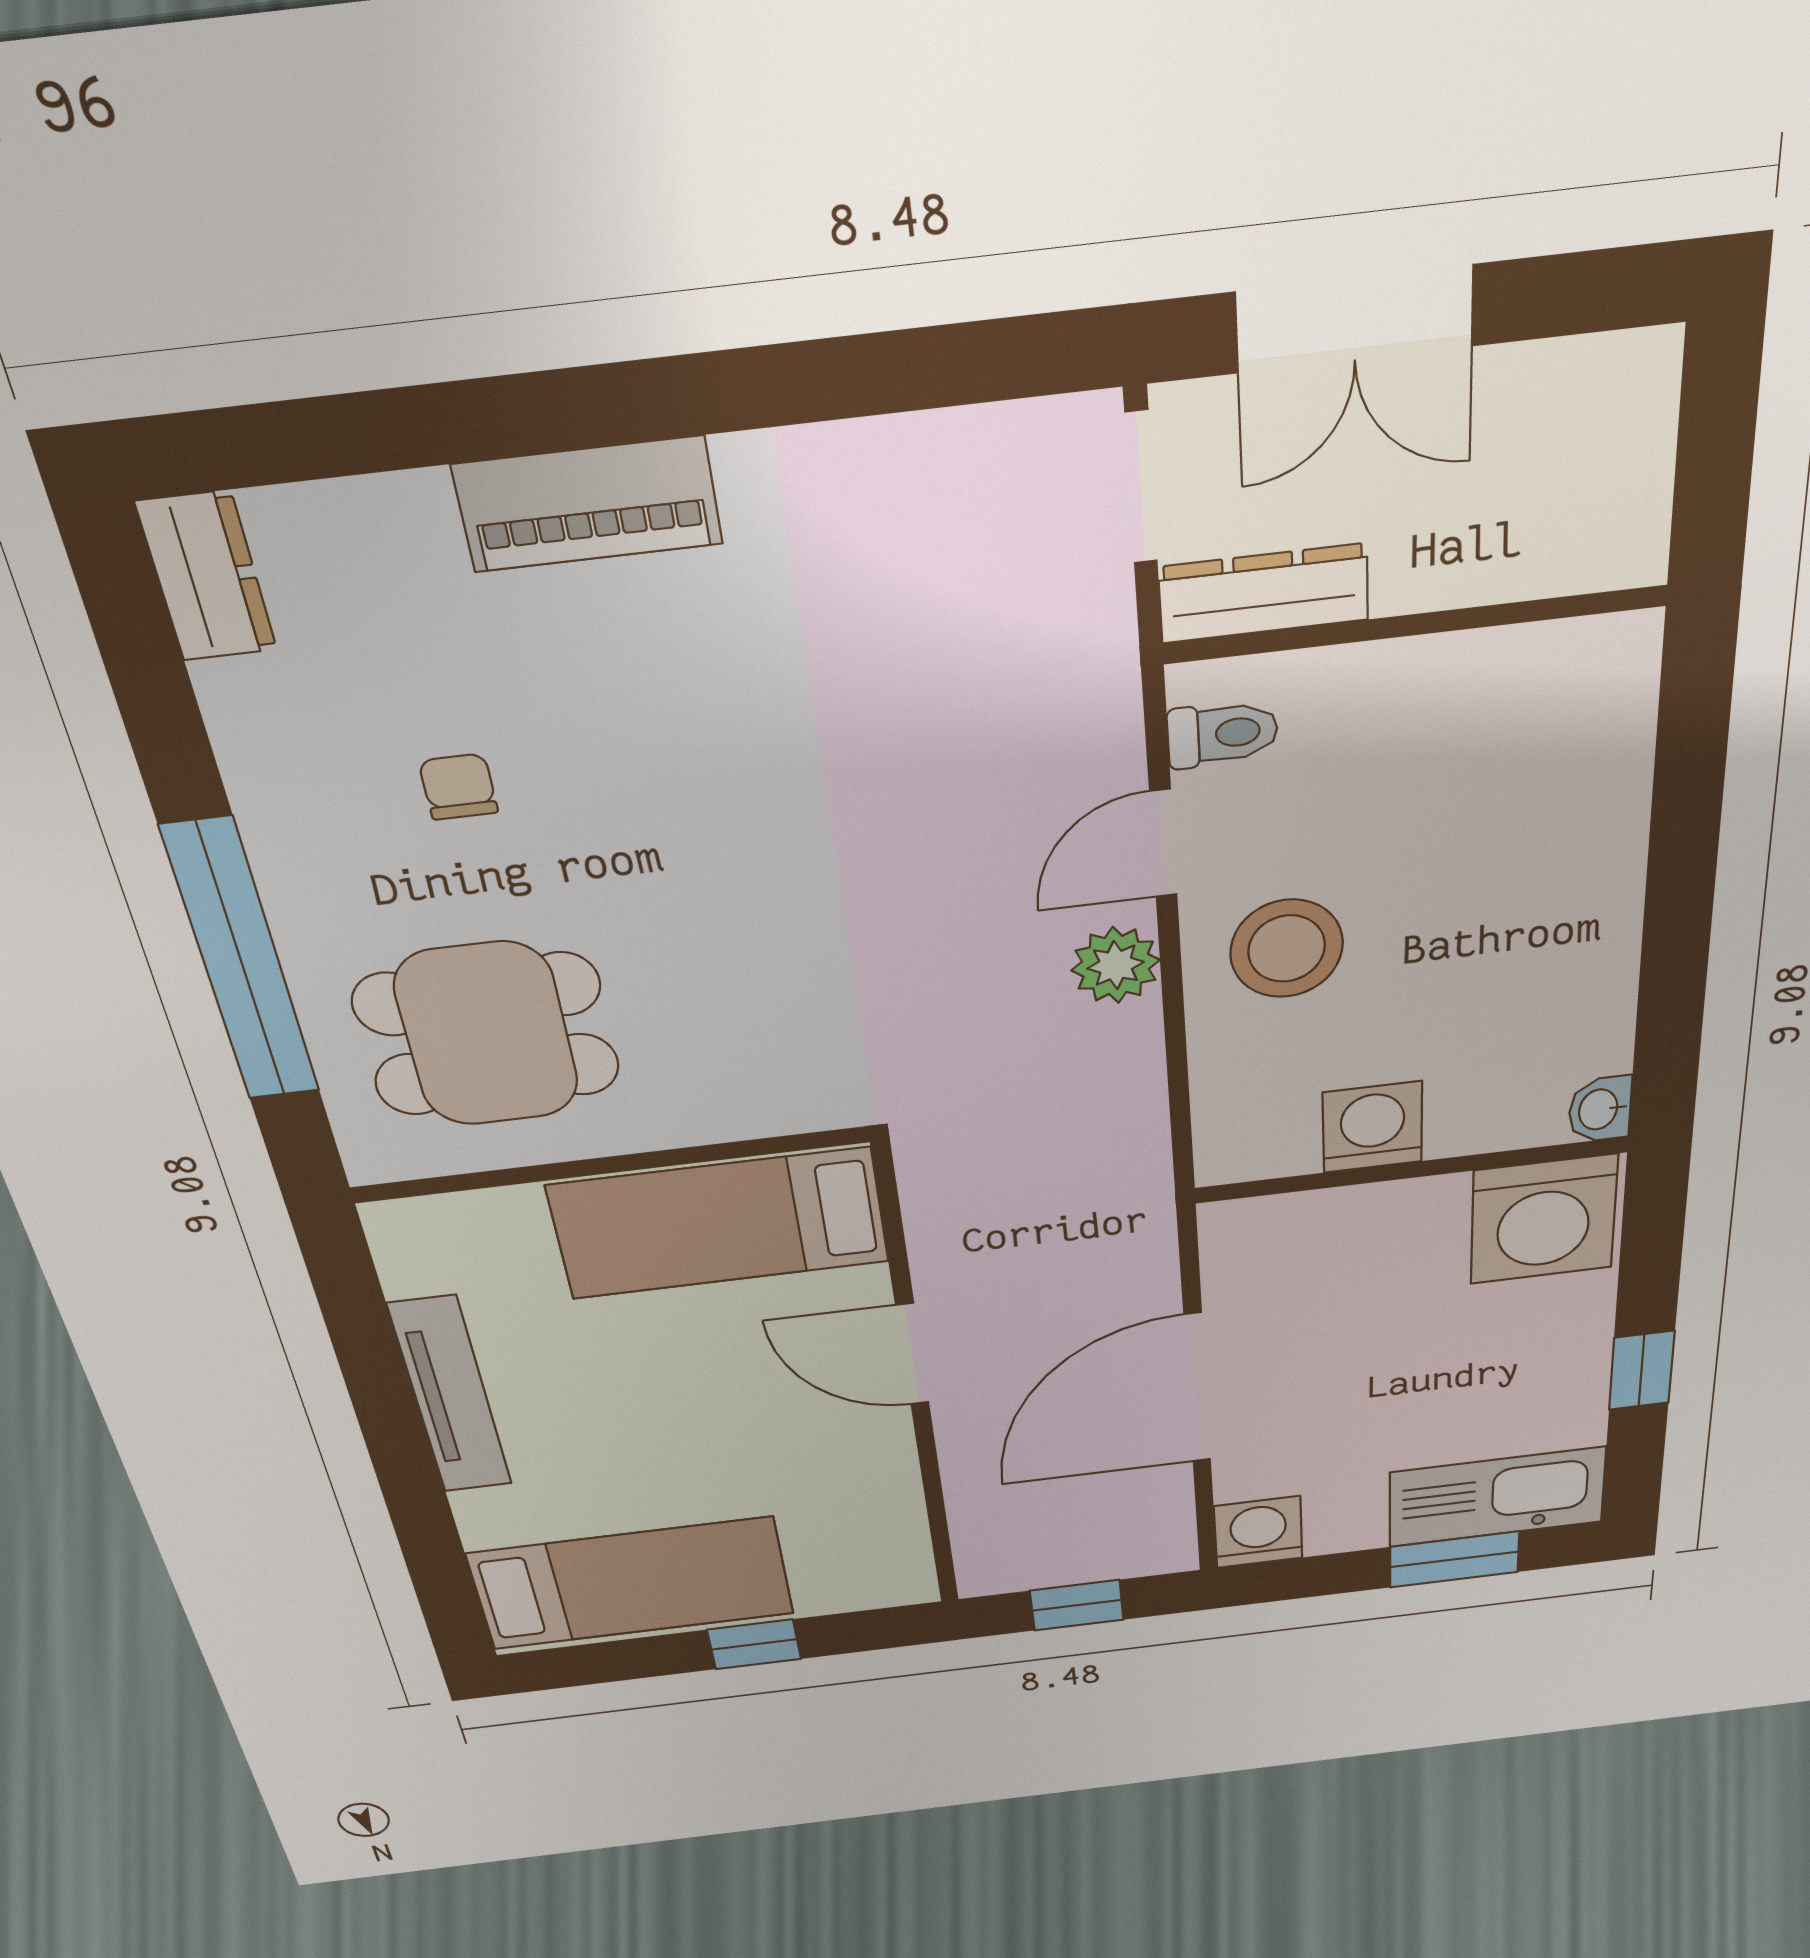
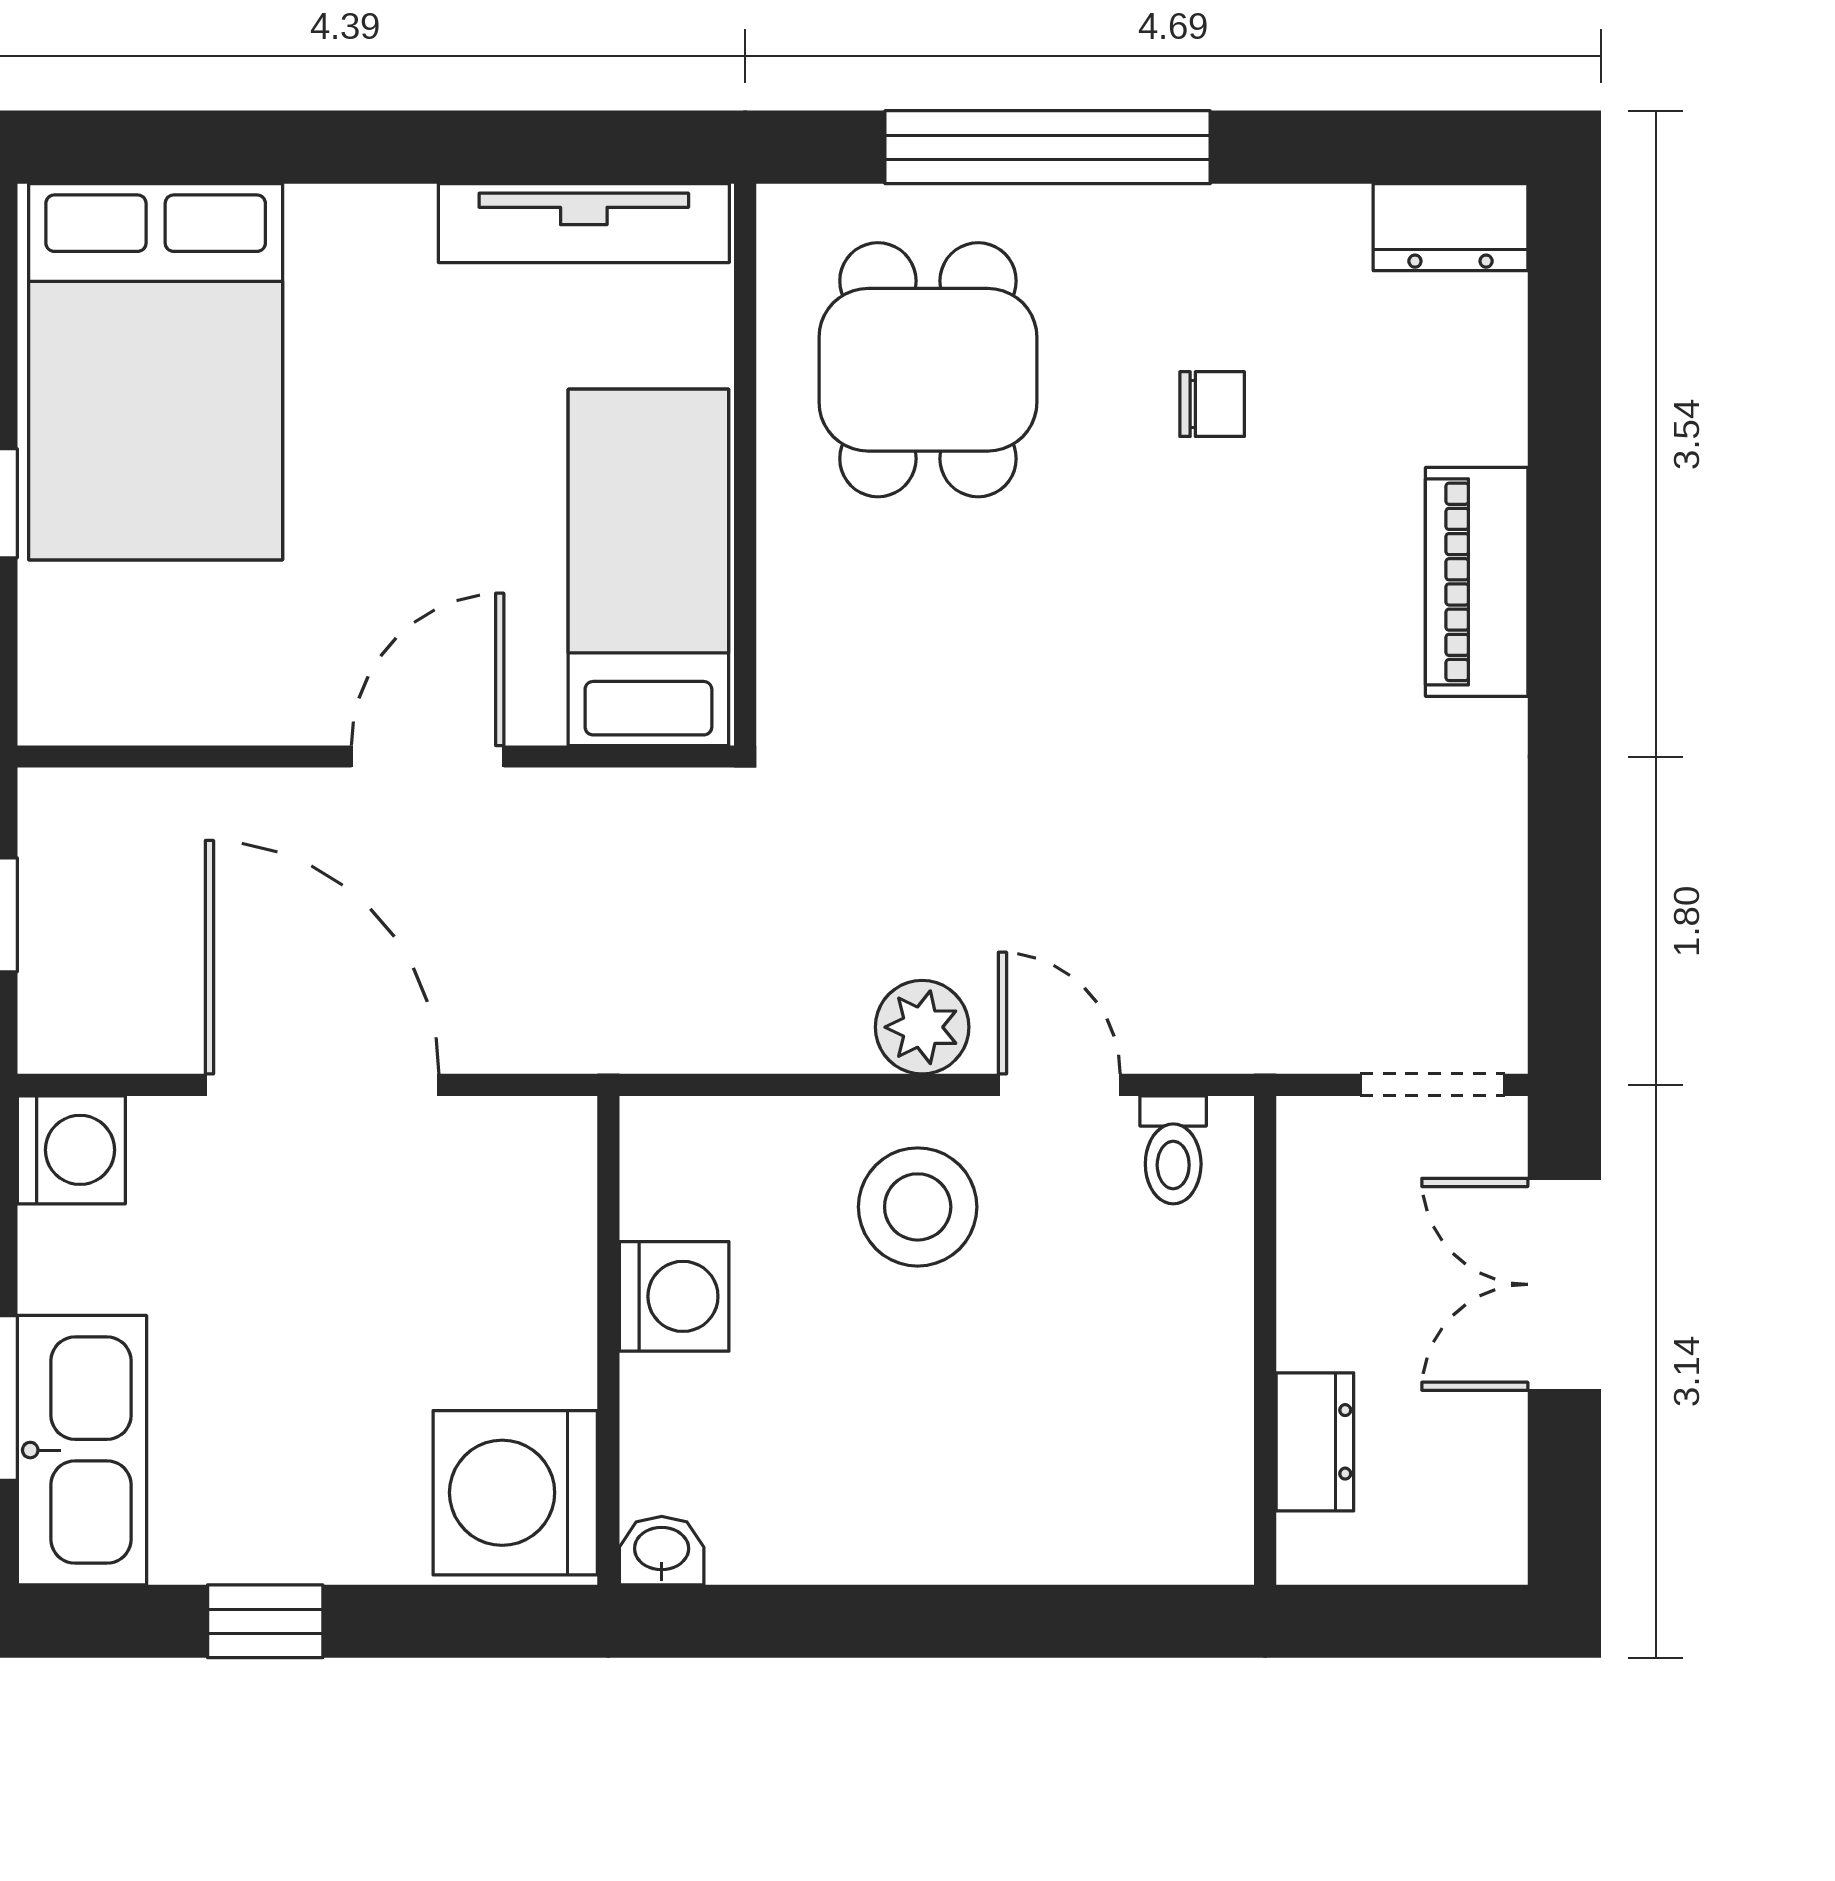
dresser: (1264, 593) -> (1315, 1442), moved, width x0.70
tv unit: (451, 1396) -> (584, 223), moved
bed: (632, 1584) -> (156, 372), width x1.50

